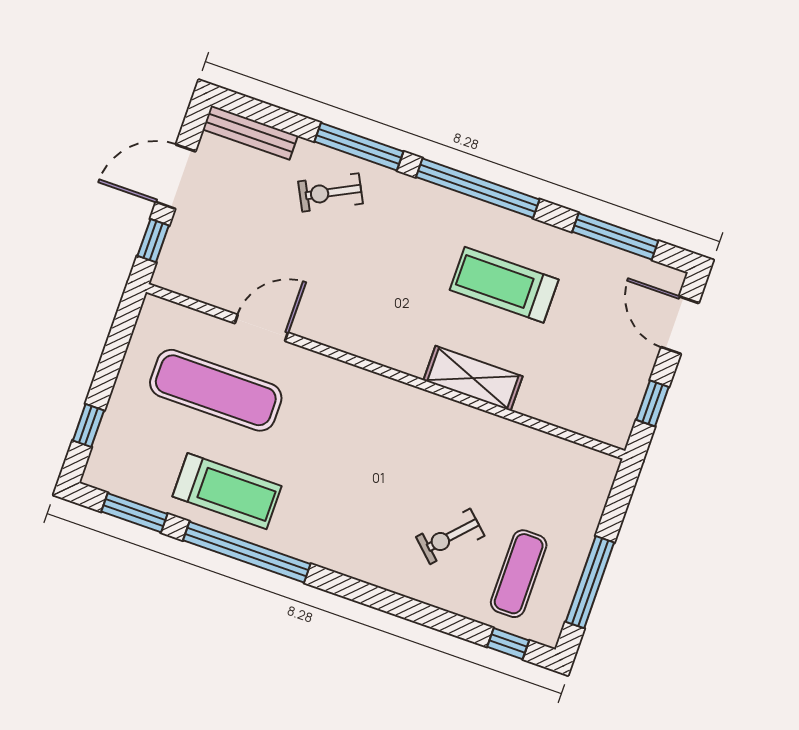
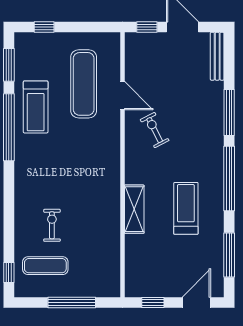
exercise bike: (330, 192) -> (155, 130), moved
exercise bike: (450, 536) -> (52, 225), turned 47
window: (590, 582) -> (72, 302), moved

